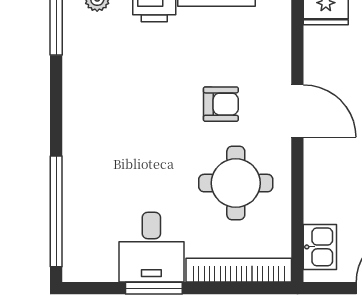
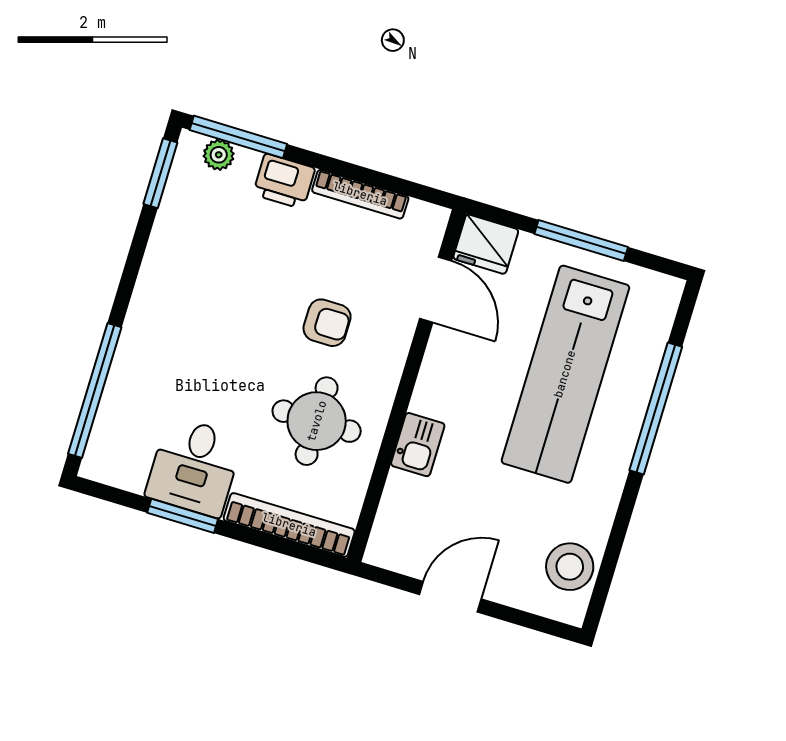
door: (297, 111) -> (436, 290), moved
kitchen sink: (320, 247) -> (418, 445), moved

